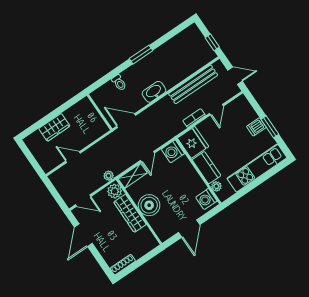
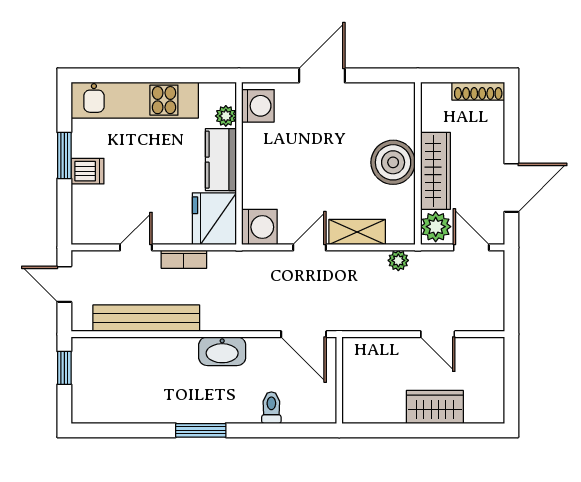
plant: (115, 191) -> (436, 227), moved
boiler: (149, 205) -> (393, 162), moved
wall: (139, 211) -> (418, 163), moved
wardrobe: (130, 213) -> (435, 171), moved

